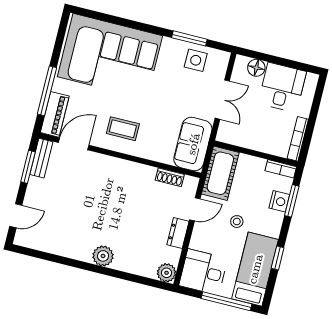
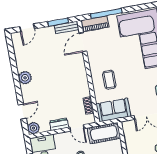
coffee table: (123, 129) -> (109, 80), moved
door: (74, 144) -> (83, 42), swing flipped
door: (16, 216) -> (27, 28), hinge flipped
plant: (103, 256) -> (25, 78), moved
door: (135, 278) -> (22, 112), added

